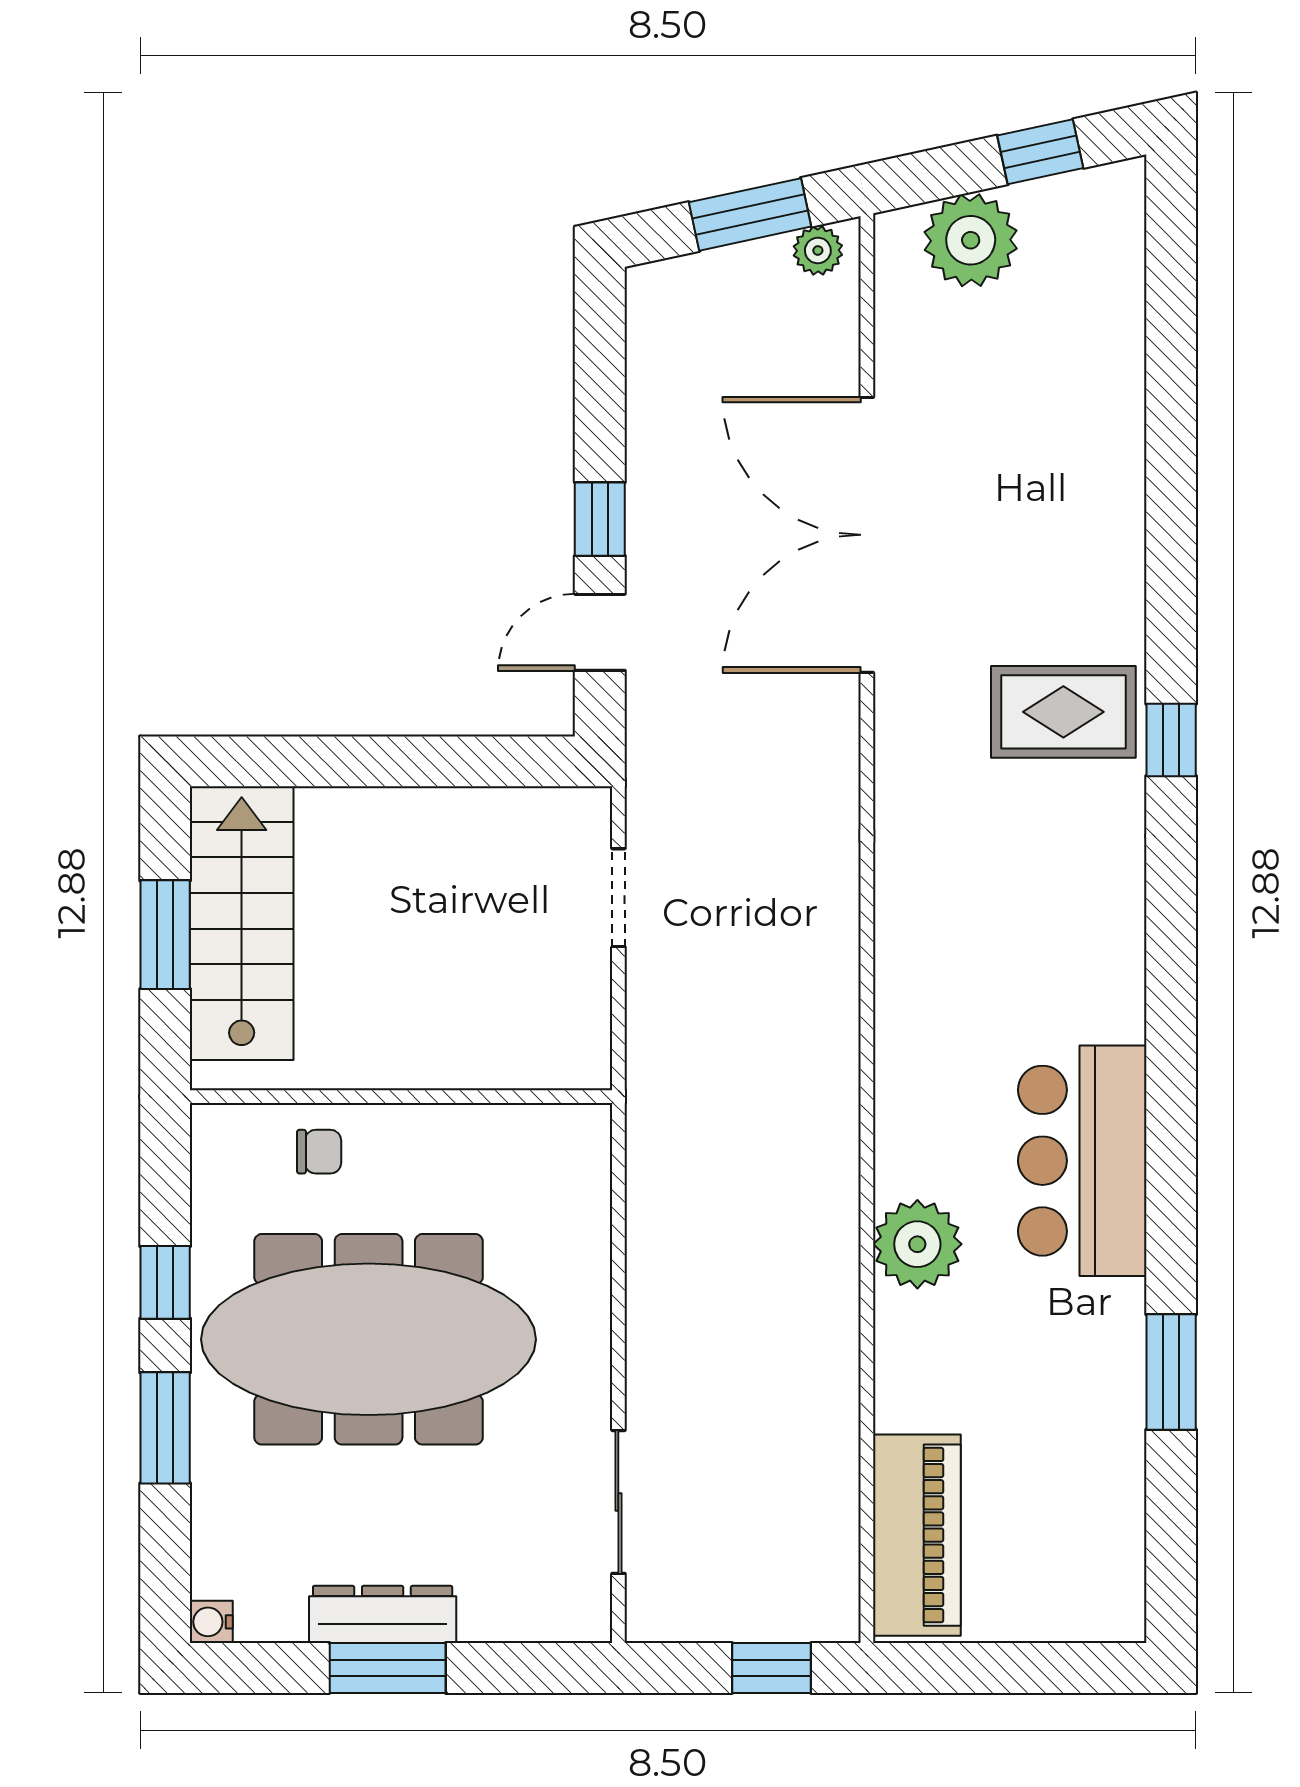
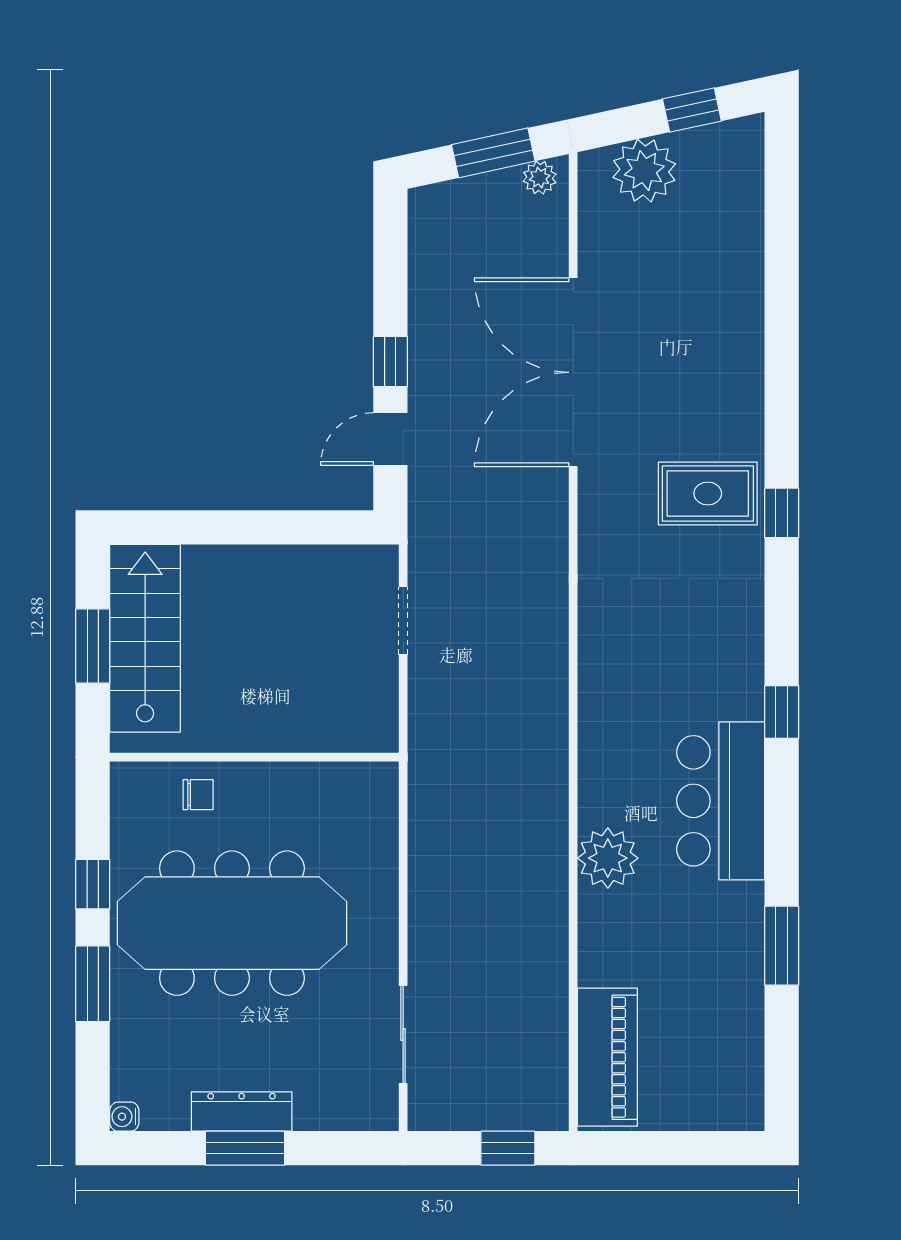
window: (1171, 1031) -> (782, 712), added

